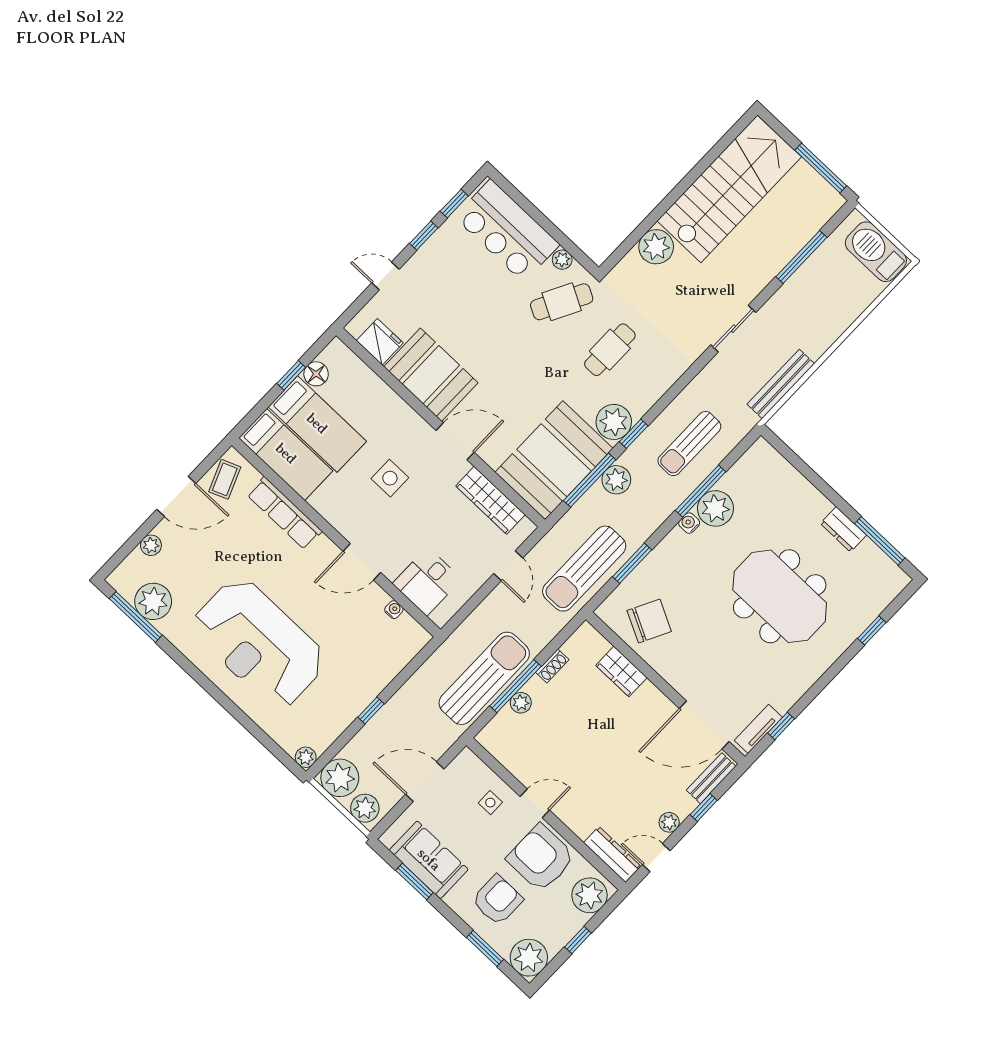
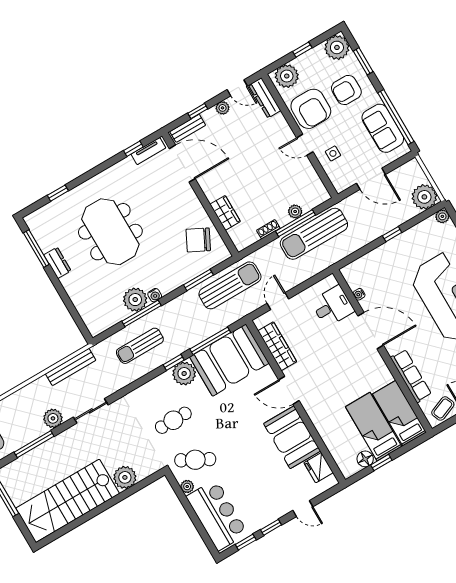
sun lounger: (689, 444) -> (140, 346), turned 180
side table: (390, 478) -> (337, 379), removed
plant: (616, 480) -> (53, 418), moved
door: (362, 562) -> (371, 331), width x1.36
plant: (365, 808) -> (414, 173), removed
window: (414, 881) -> (396, 117), width x2.11

